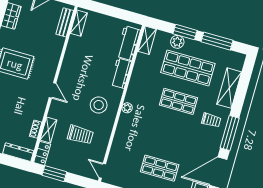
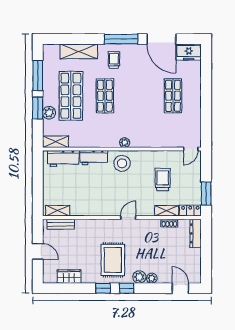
stool: (99, 105) -> (122, 163), moved

